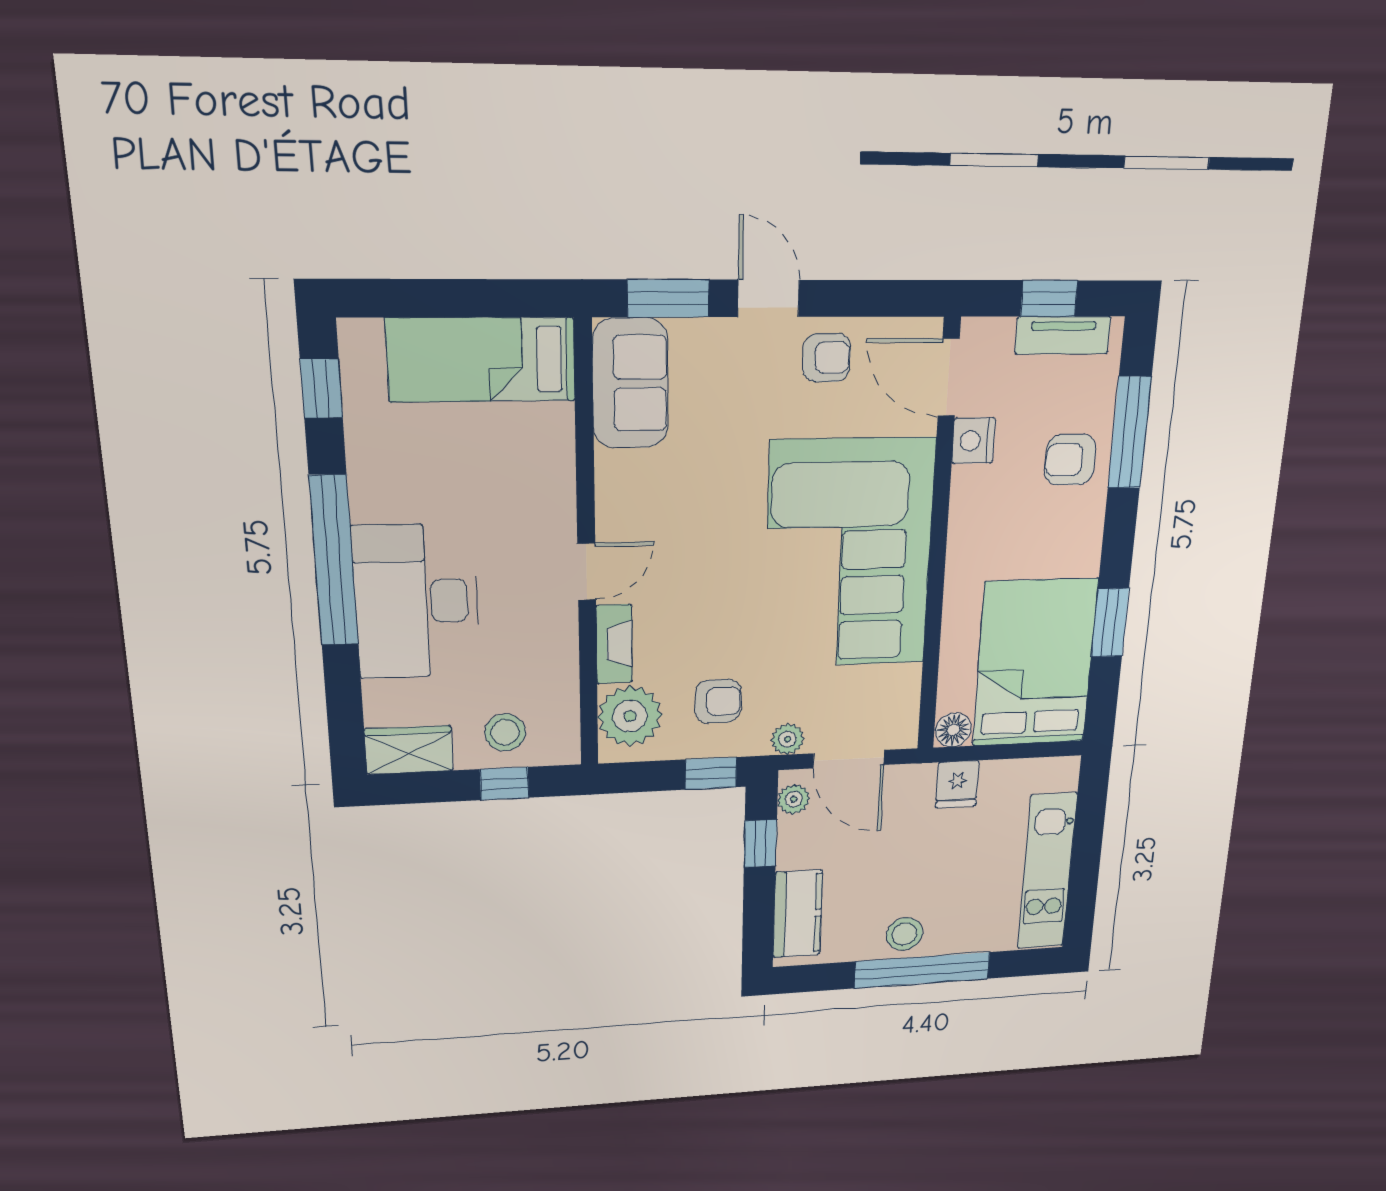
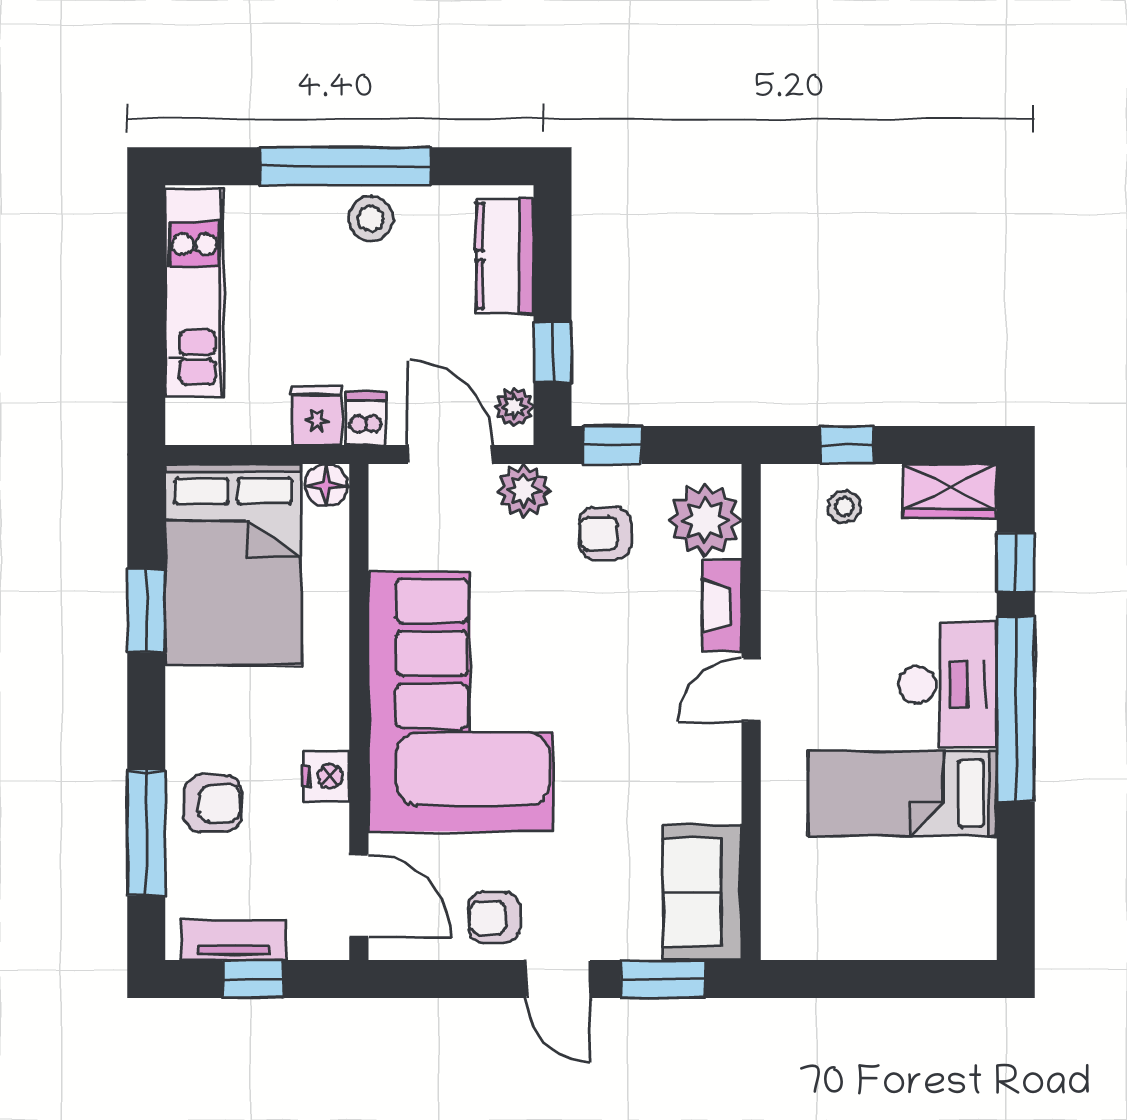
bed: (481, 360) -> (902, 793), moved, turned 180
window: (321, 389) -> (1016, 563), moved
nightstand: (973, 441) -> (326, 776), moved
desk: (417, 601) -> (948, 685), width x0.73, depth x0.77
stool: (505, 732) -> (844, 507), width x0.73, depth x0.73
plant: (788, 739) -> (524, 490), width x1.38, depth x1.38
dishwasher: (917, 784) -> (366, 418), added

